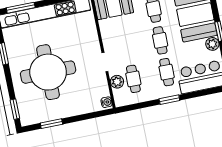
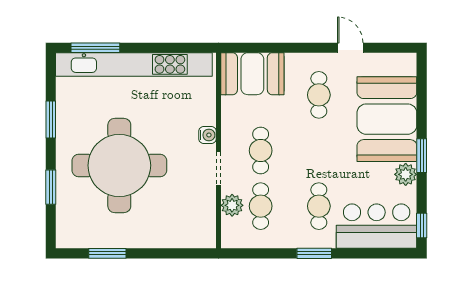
cafe table: (160, 40) -> (261, 151), moved
water cooler: (107, 102) -> (208, 135), moved
window: (15, 109) -> (51, 187), moved

